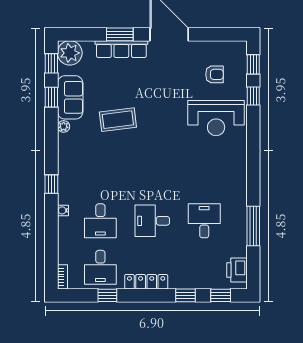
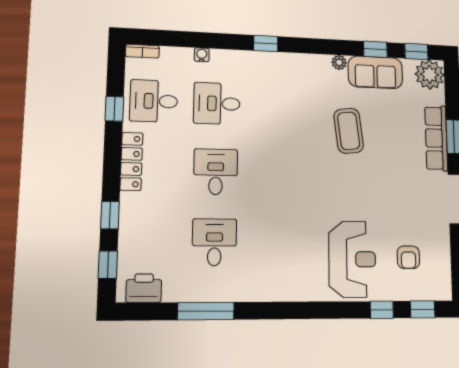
reception desk: (216, 118) -> (352, 259), turned 180
water cooler: (63, 210) -> (202, 55), moved
desk: (204, 221) -> (214, 242), turned -90

